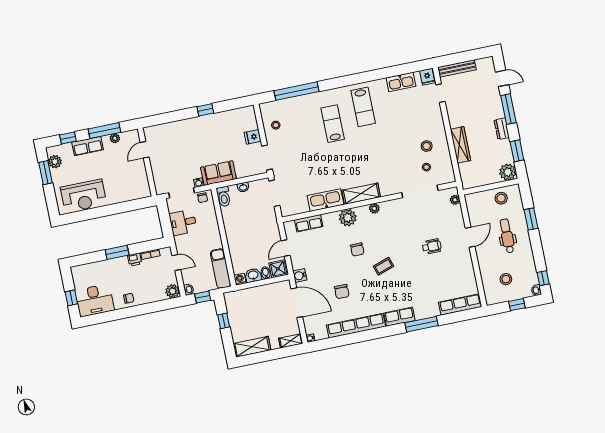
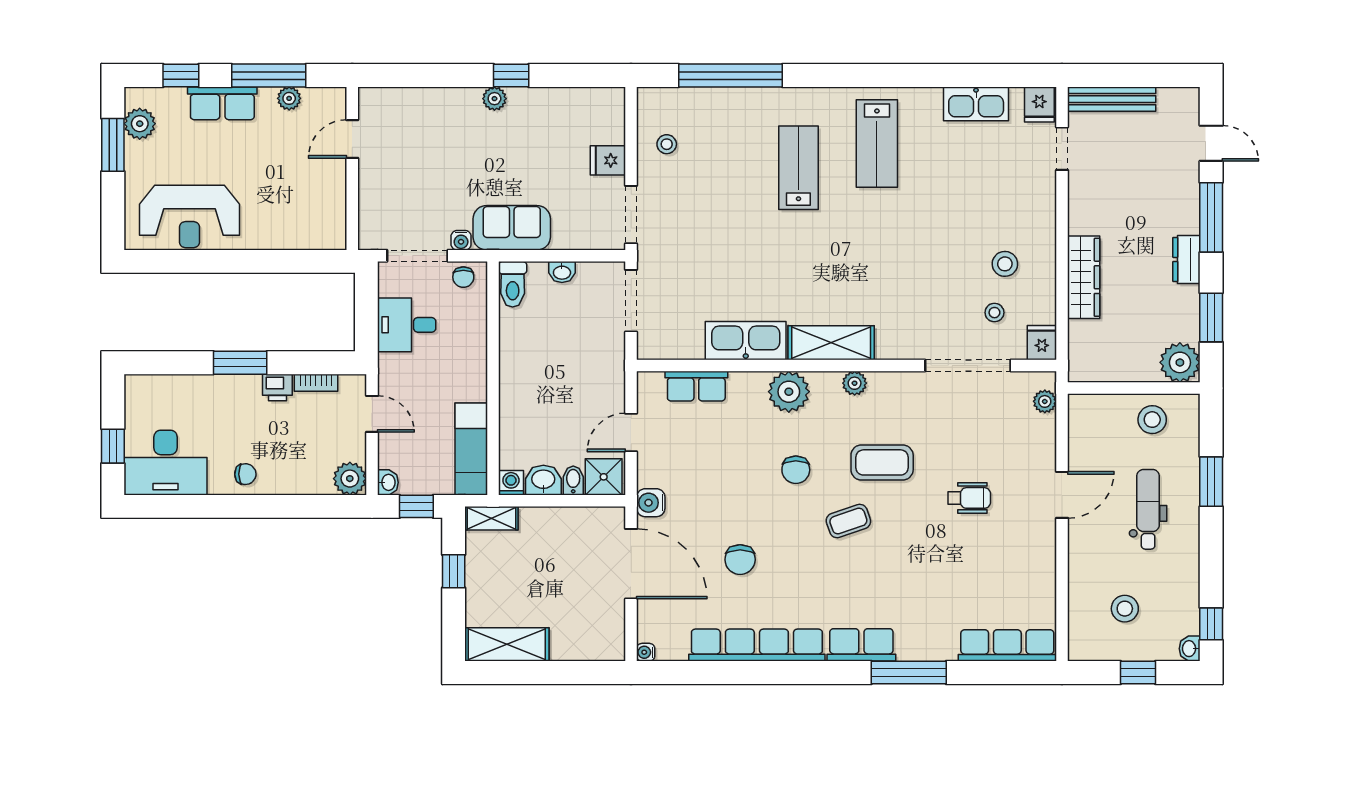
plant: (200, 121) -> (494, 99), added
fridge: (449, 176) -> (1042, 343), added
coffee table: (392, 239) -> (882, 462), added
shelving: (291, 341) -> (491, 518), moved

